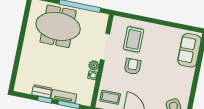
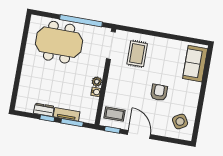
doorway: (105, 47) -> (111, 45), moved
armchair: (133, 66) -> (159, 92), moved

